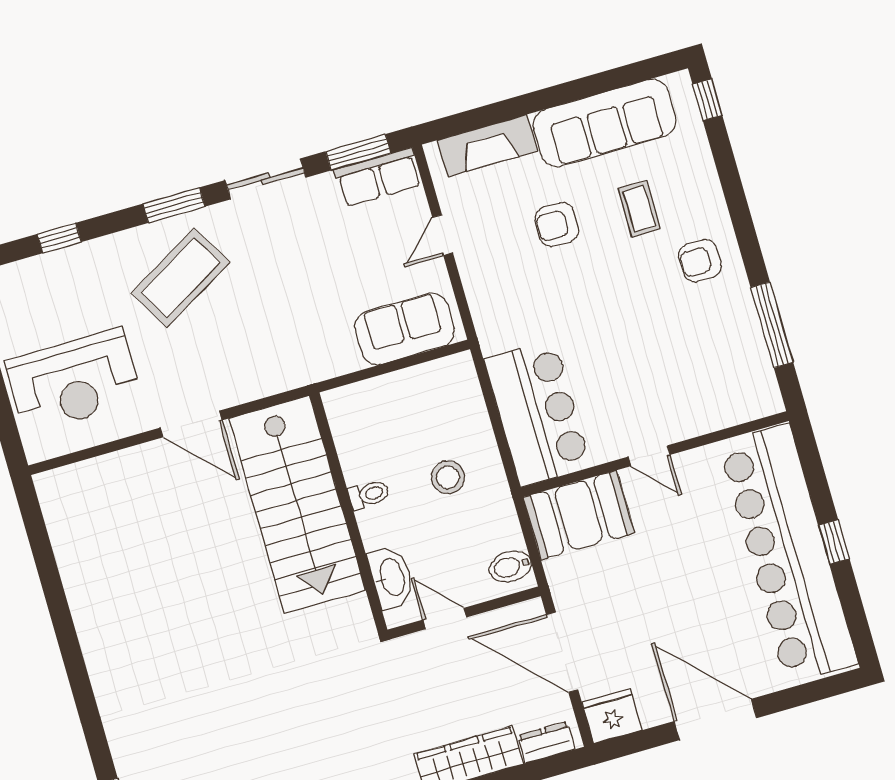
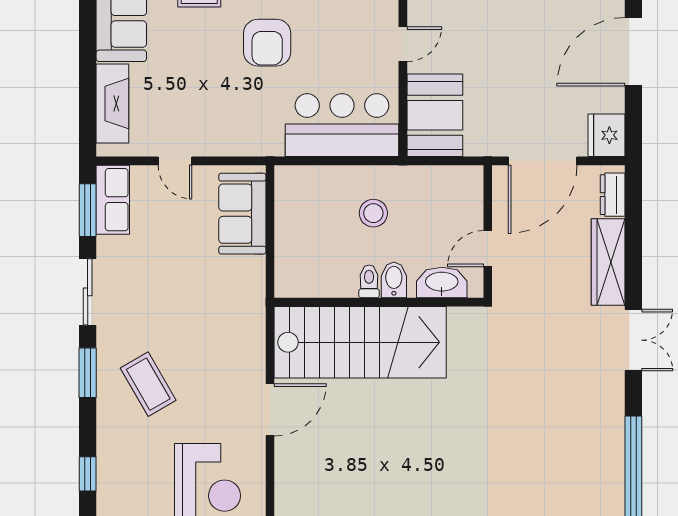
armchair: (557, 224) -> (267, 43), moved, width x1.38, depth x1.38
coffee table: (181, 278) -> (148, 384), width x0.73, depth x0.76
bidet: (510, 567) -> (394, 280), moved, turned 180

